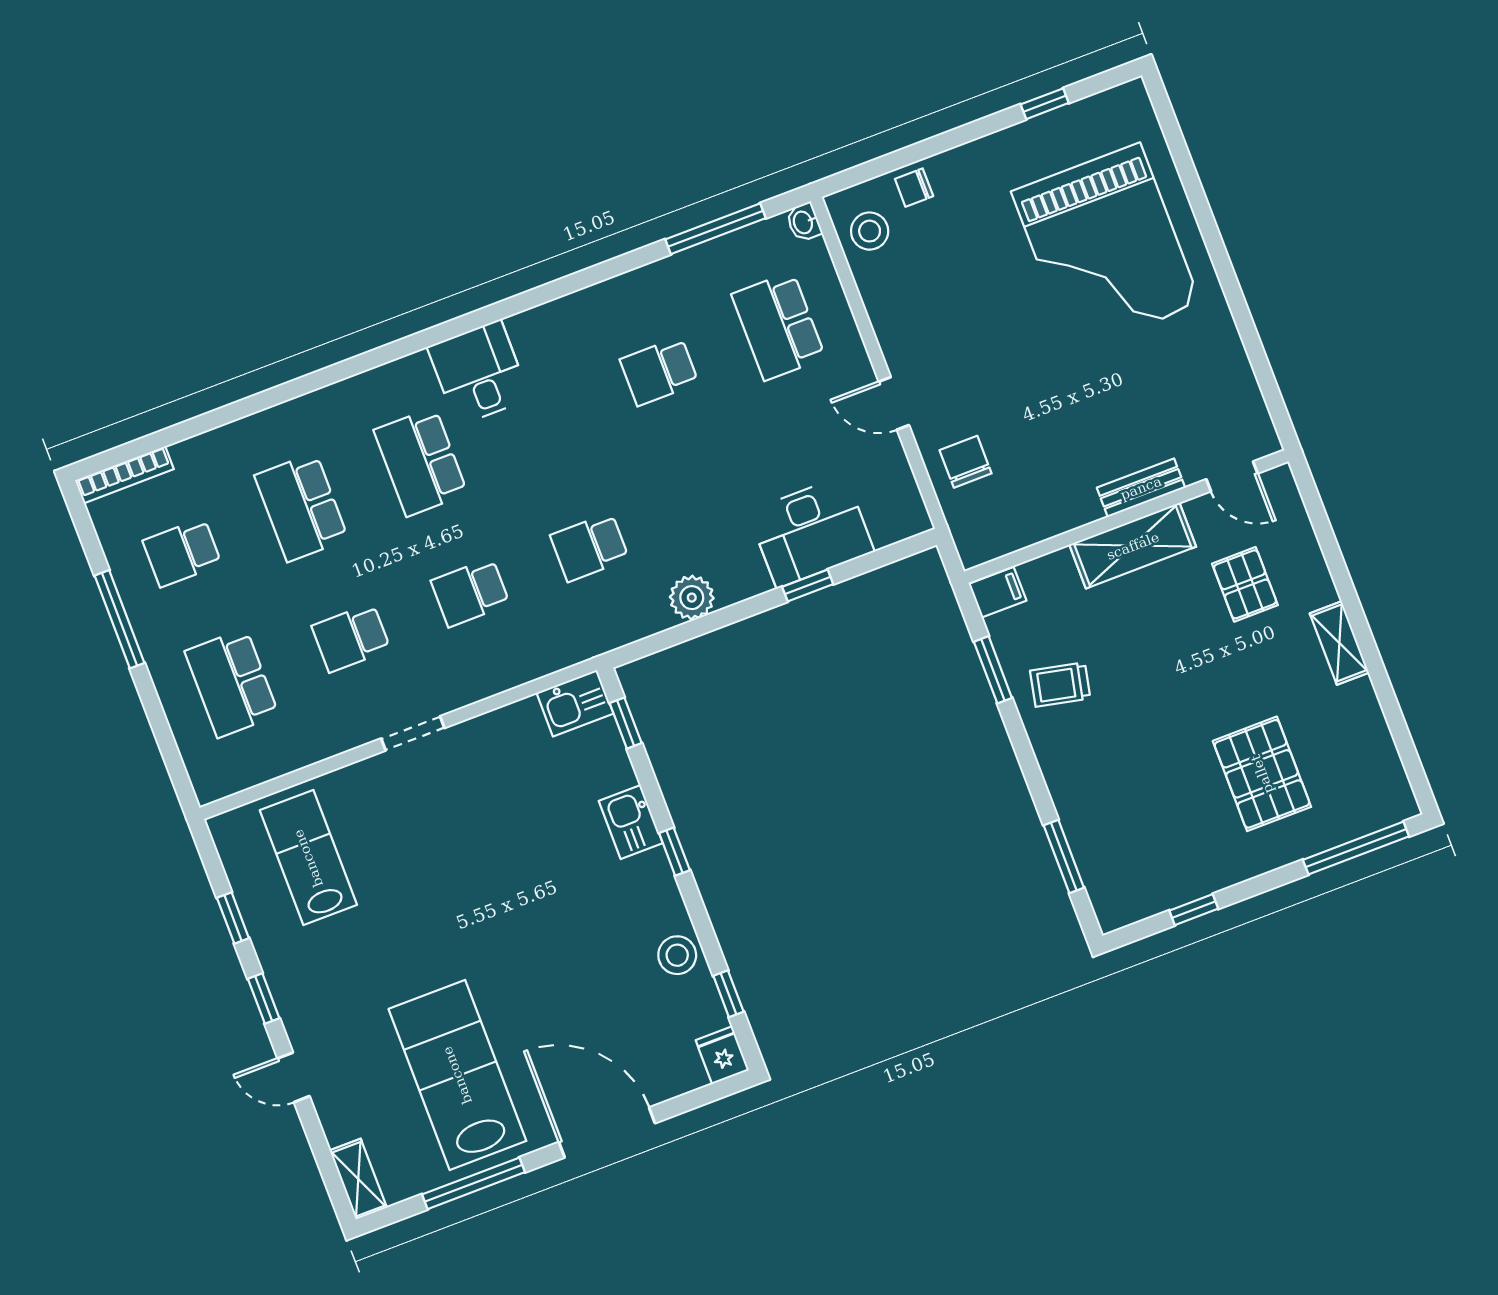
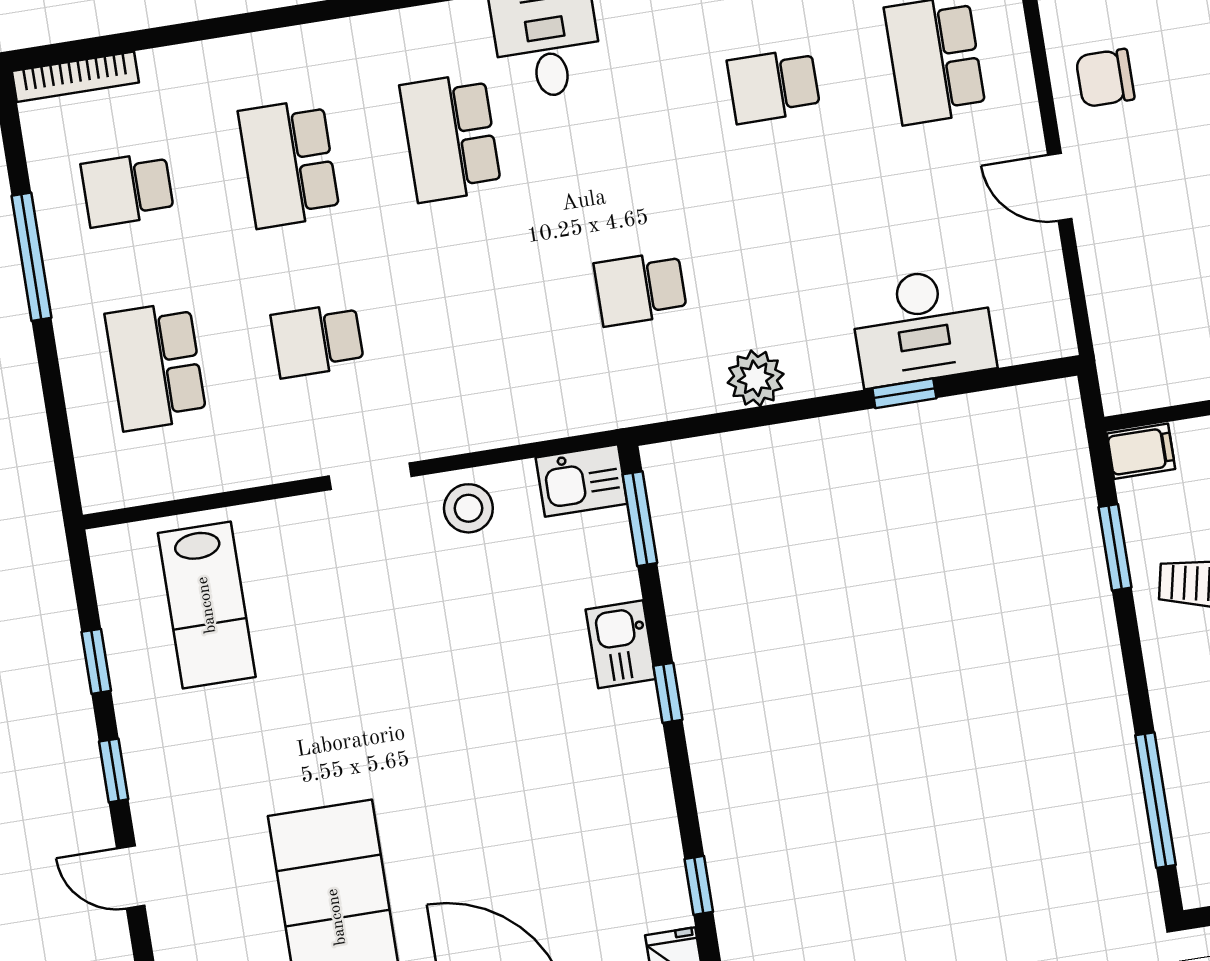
chair: (966, 462) -> (1105, 78), moved, turned -90
school desk: (470, 592) -> (479, 314), removed
window: (626, 723) -> (640, 519), width x1.50
window: (1064, 856) -> (1155, 800), width x1.44
lab bench: (308, 858) -> (207, 605), turned 180
stool: (677, 955) -> (468, 508), moved

